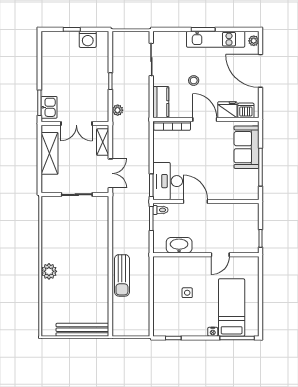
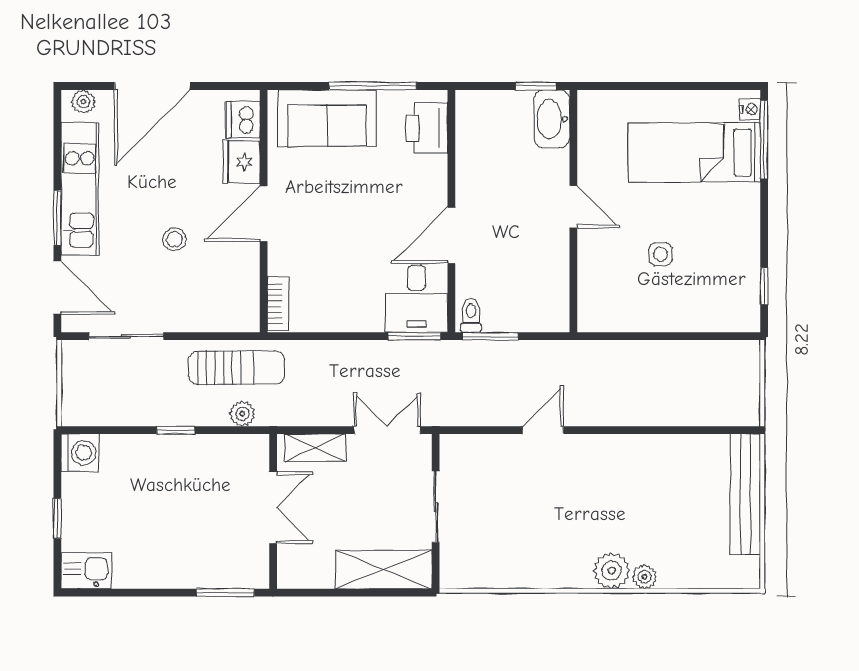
door: (173, 29) -> (57, 288), added
washing machine: (88, 39) -> (80, 453), moved
kitchen counter: (161, 102) -> (224, 314), removed
kitchen sink: (49, 107) -> (86, 571), moved
bookcase: (172, 126) -> (278, 304), width x0.64
shelving: (49, 153) -> (384, 570), moved
desk: (168, 181) -> (416, 299), width x0.73
printer: (242, 191) -> (427, 128), added
door: (110, 241) -> (543, 430), added
washbasin: (179, 245) -> (552, 119), moved
door: (220, 255) -> (573, 207), moved
sun lounger: (122, 275) -> (236, 368), moved
plant: (46, 286) -> (645, 577), added
nightstand: (213, 332) -> (750, 109), moved

